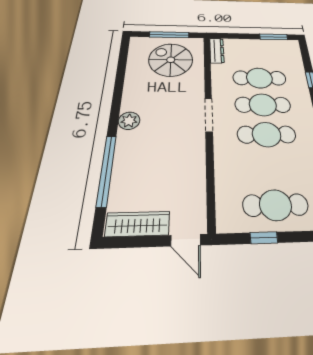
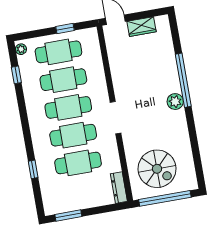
window: (169, 35) -> (165, 198), width x1.46
cafe table: (271, 168) -> (63, 80), added
window: (107, 170) -> (183, 80), moved
wardrobe: (138, 224) -> (142, 27), width x0.67

